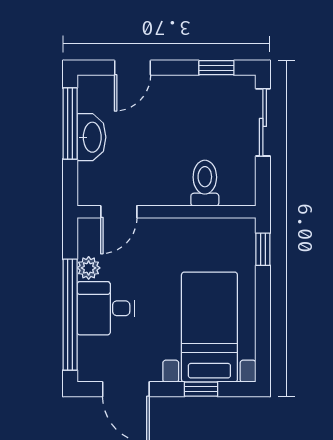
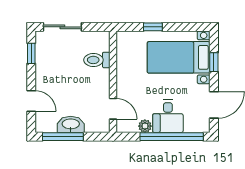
window: (263, 249) -> (153, 27), moved

